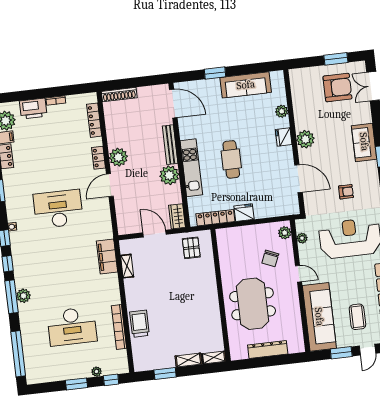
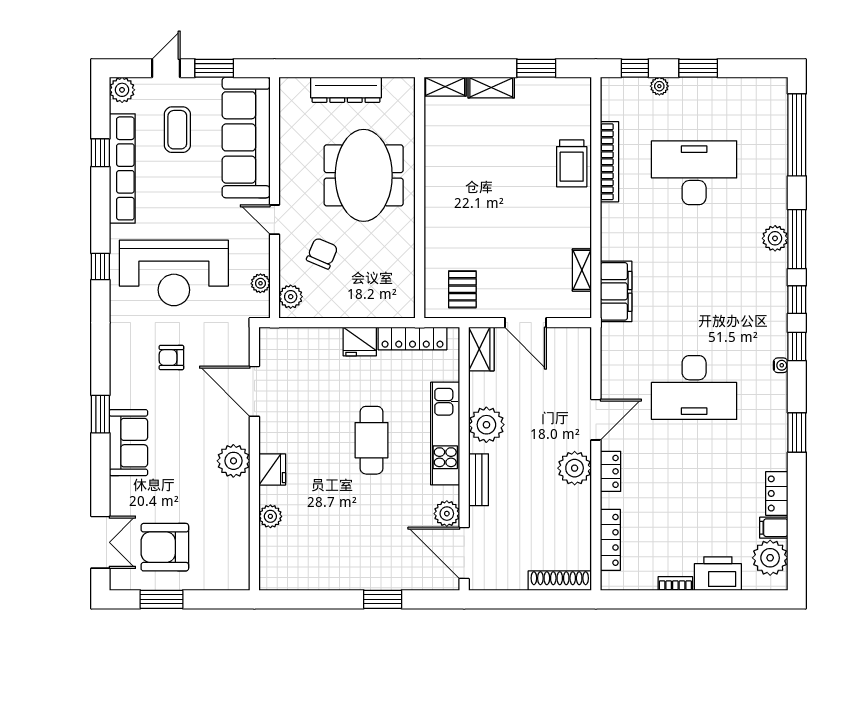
sofa: (246, 85) -> (330, 571), removed
plant: (185, 124) -> (447, 514), added
bench: (170, 145) -> (479, 480), width x0.73

